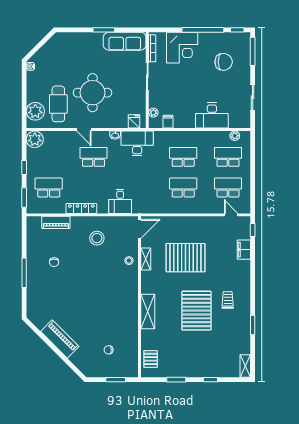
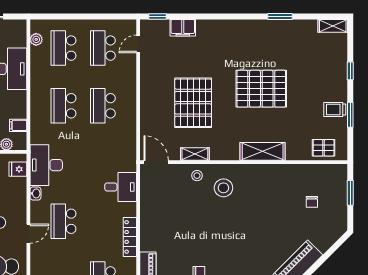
stool: (97, 238) -> (223, 188), moved
trolley: (228, 300) -> (335, 110), moved

